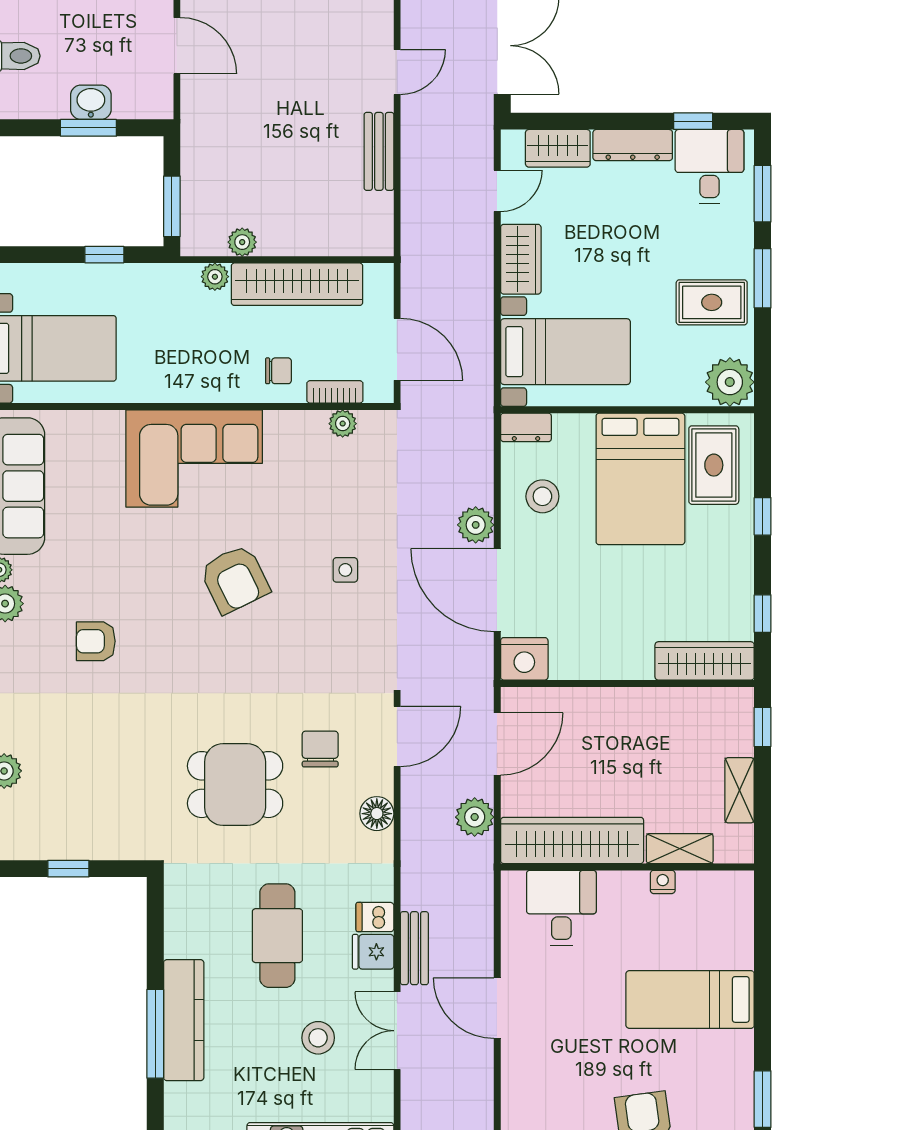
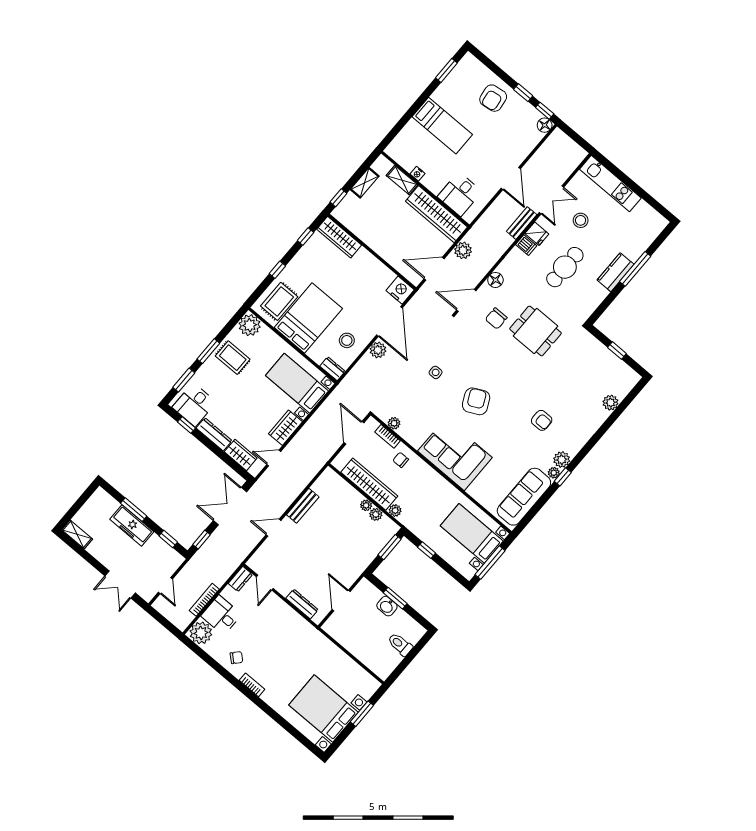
plant: (272, 244) -> (366, 505), added
kitchen counter: (184, 1020) -> (616, 272), width x0.67

